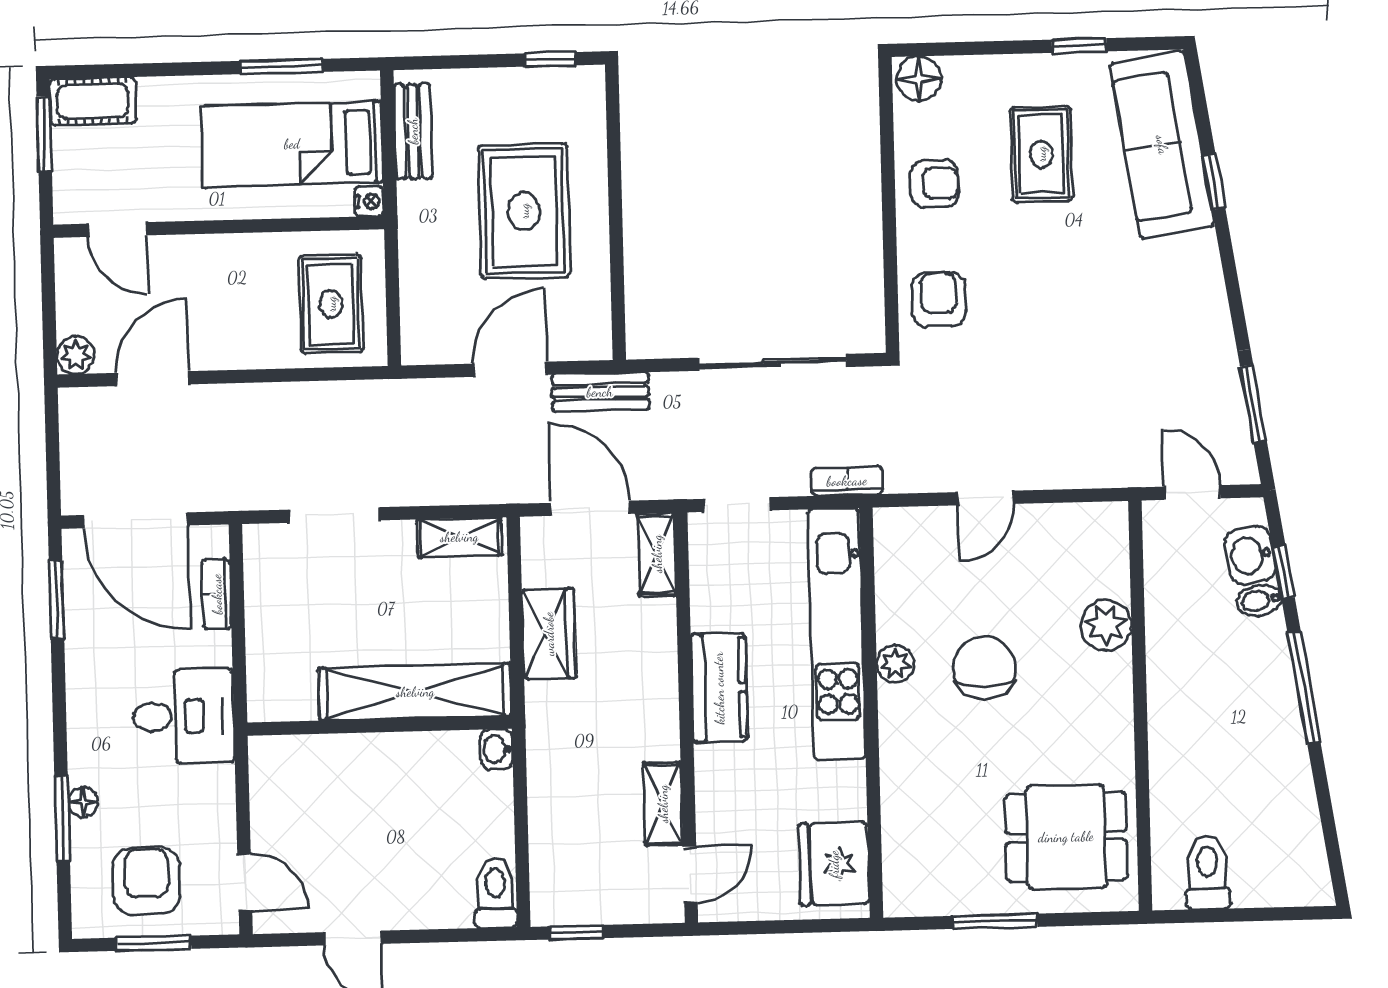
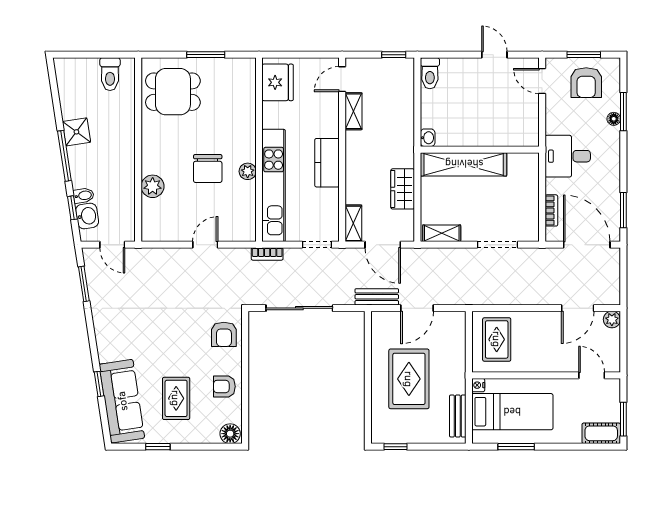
shower: (1279, 742) -> (76, 132), added

